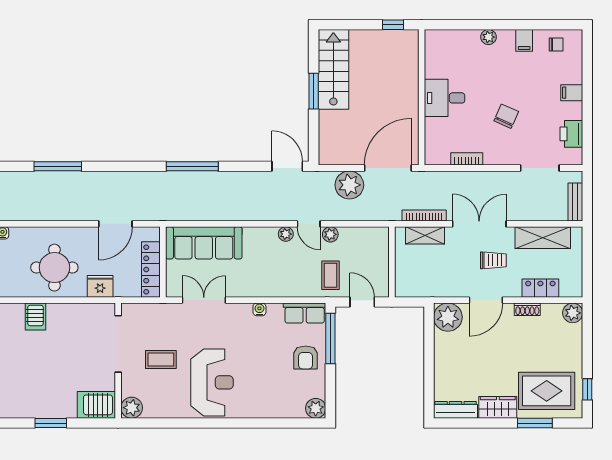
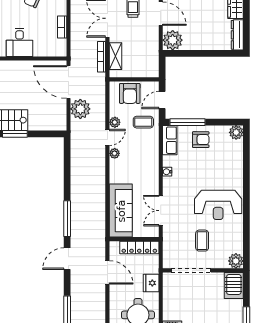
door: (287, 166) -> (67, 259), moved
armchair: (372, 256) -> (130, 93), added
reception desk: (212, 382) -> (218, 205), turned 180

